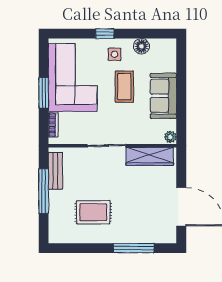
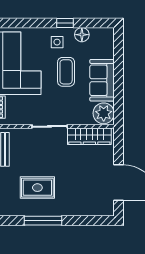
window: (105, 34) -> (65, 23), moved
plant: (170, 137) -> (104, 113), width x1.88, depth x1.88
window: (134, 248) -> (43, 221), moved

